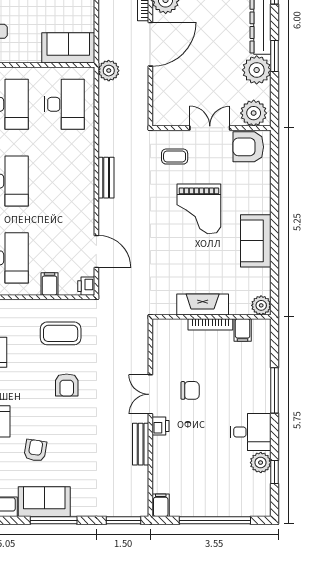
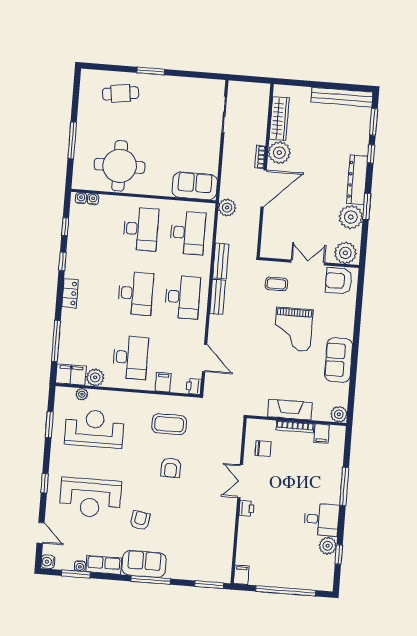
desk: (64, 181) -> (183, 297), added
chair: (190, 390) -> (263, 449), moved
bench: (141, 444) -> (221, 261), moved

